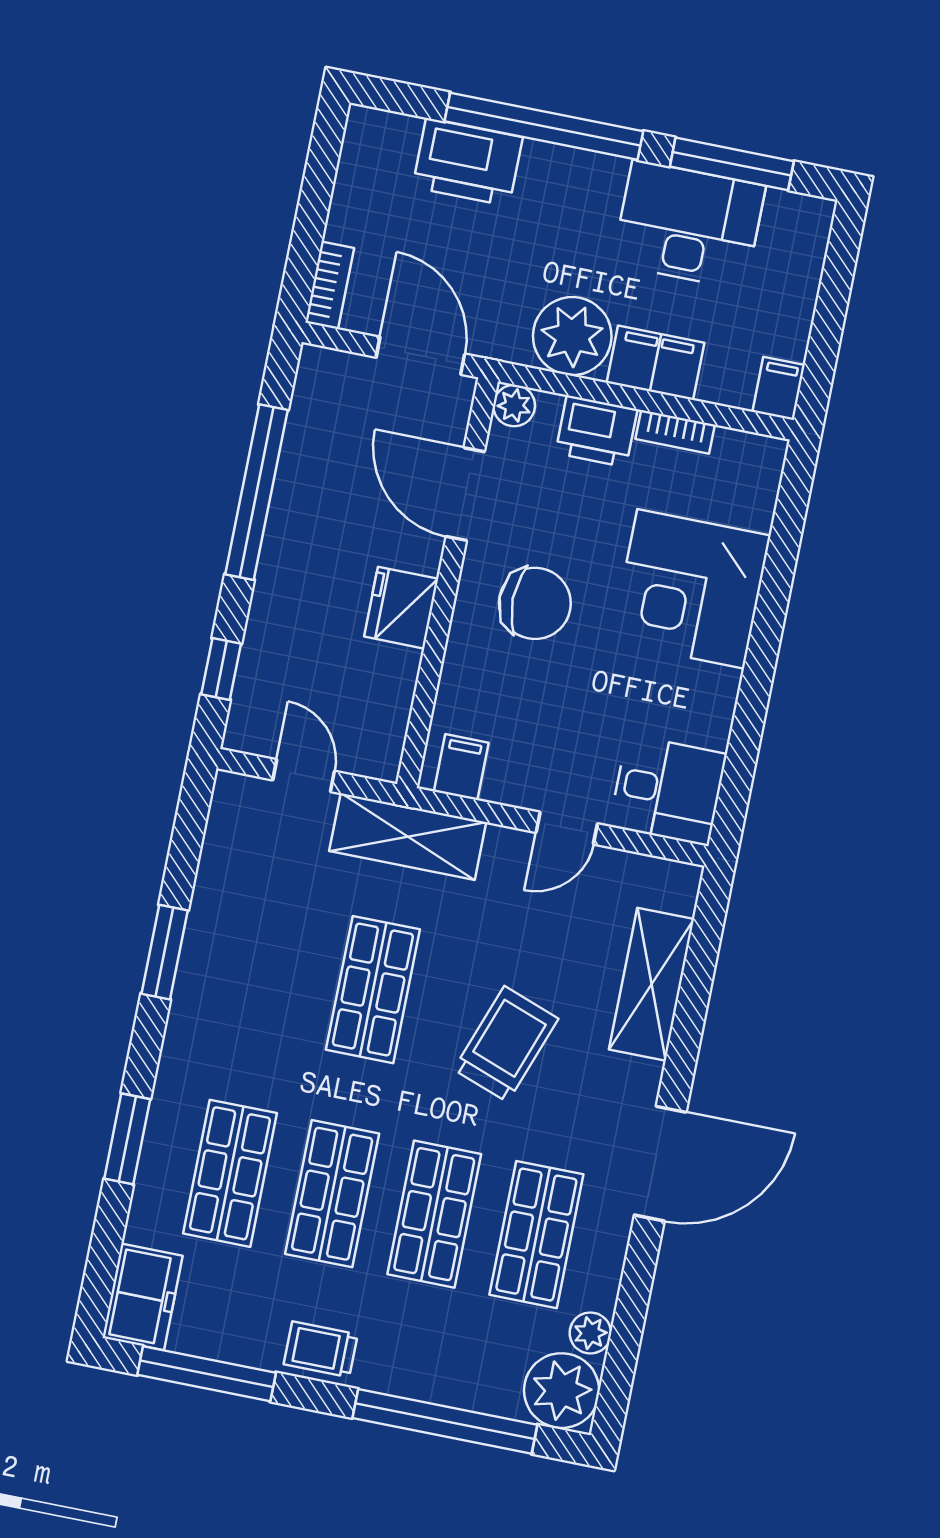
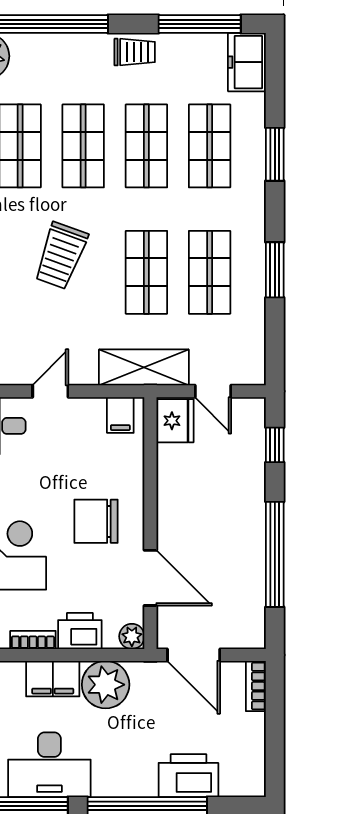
fridge: (401, 608) -> (175, 421), moved
shop shelf: (271, 969) -> (210, 272), added

